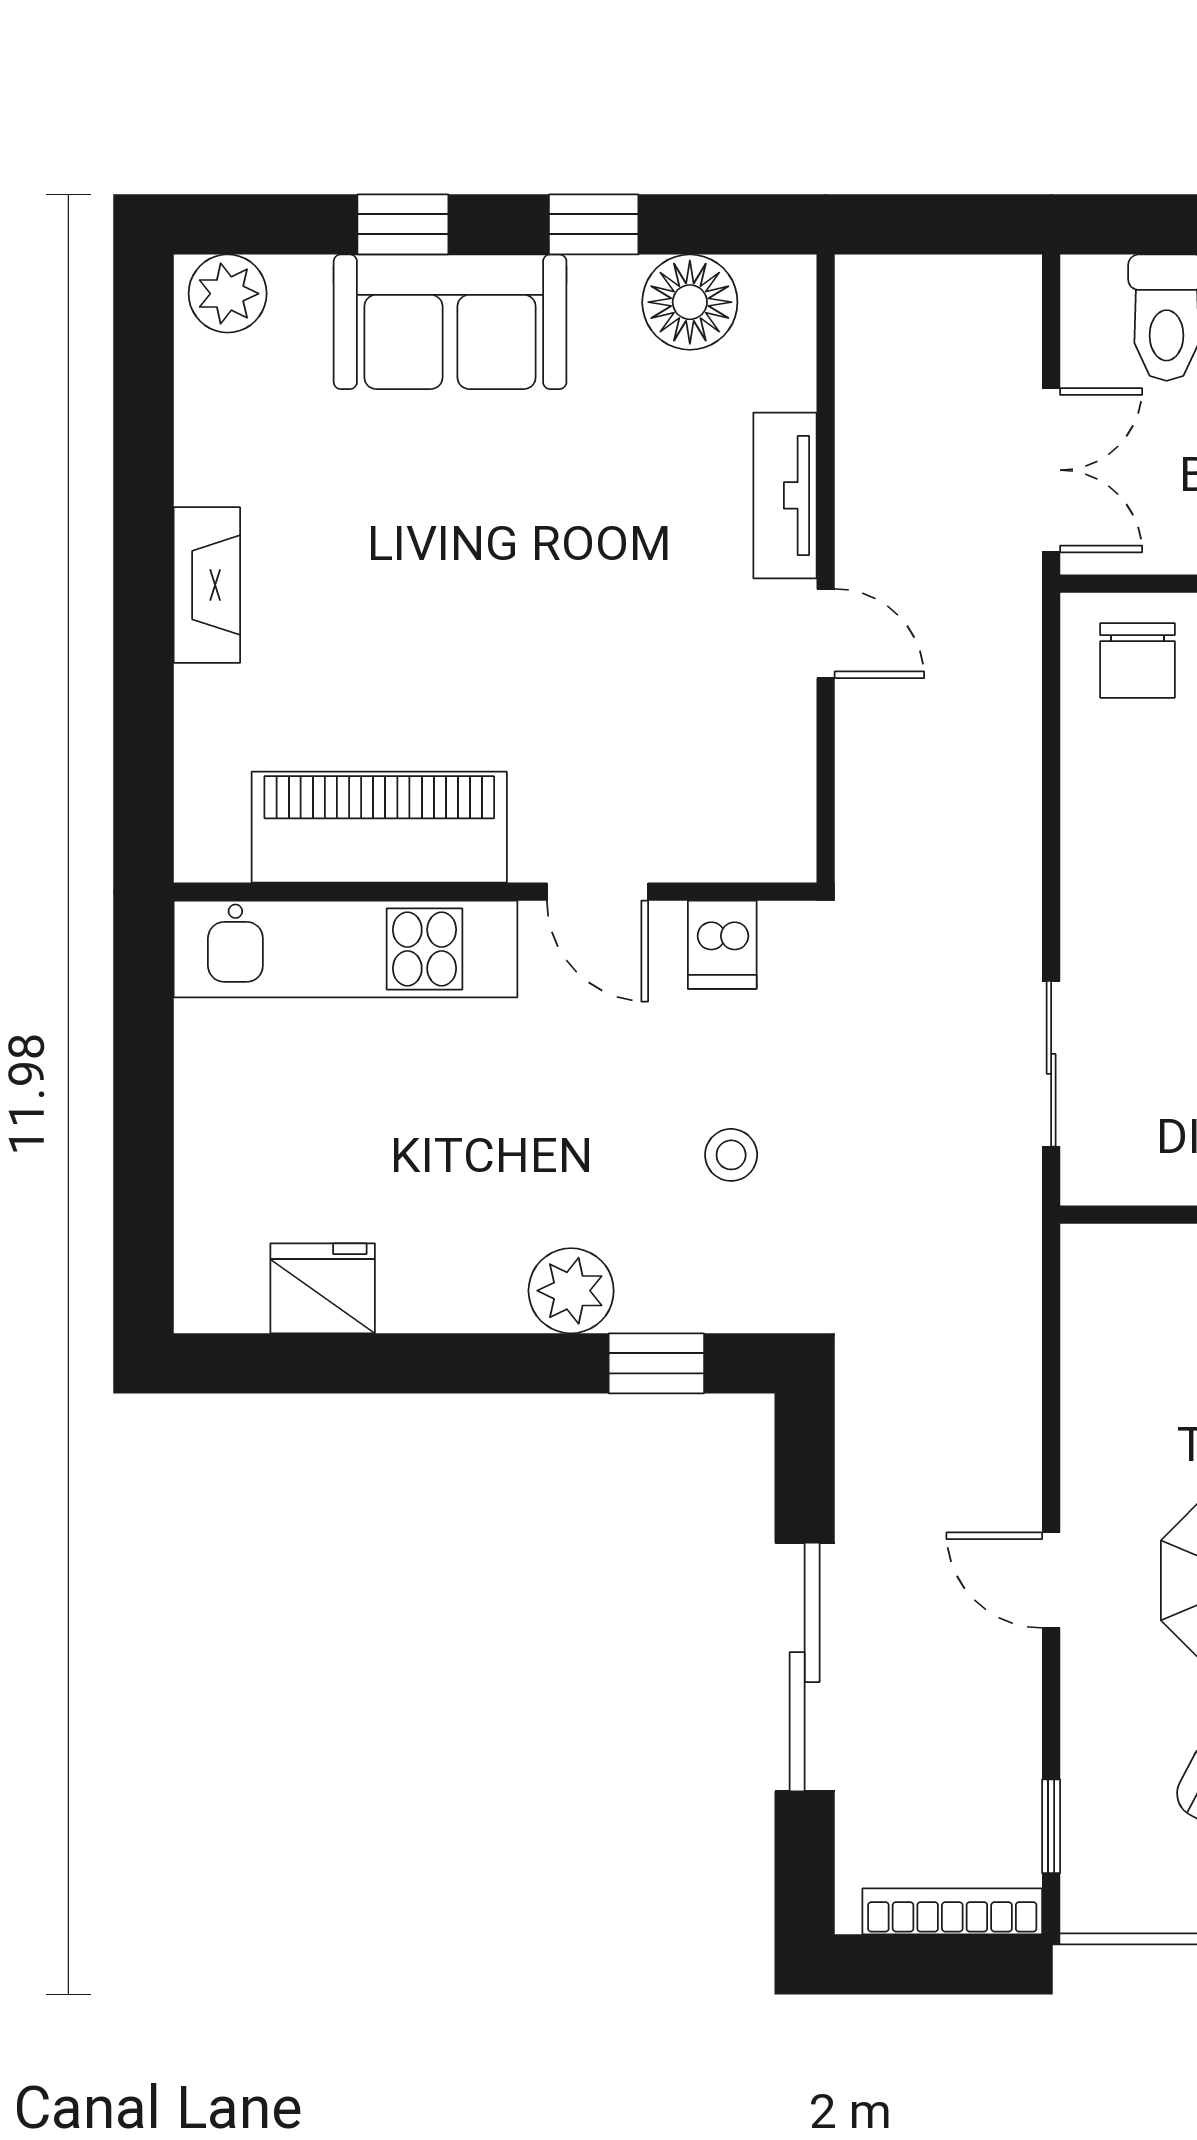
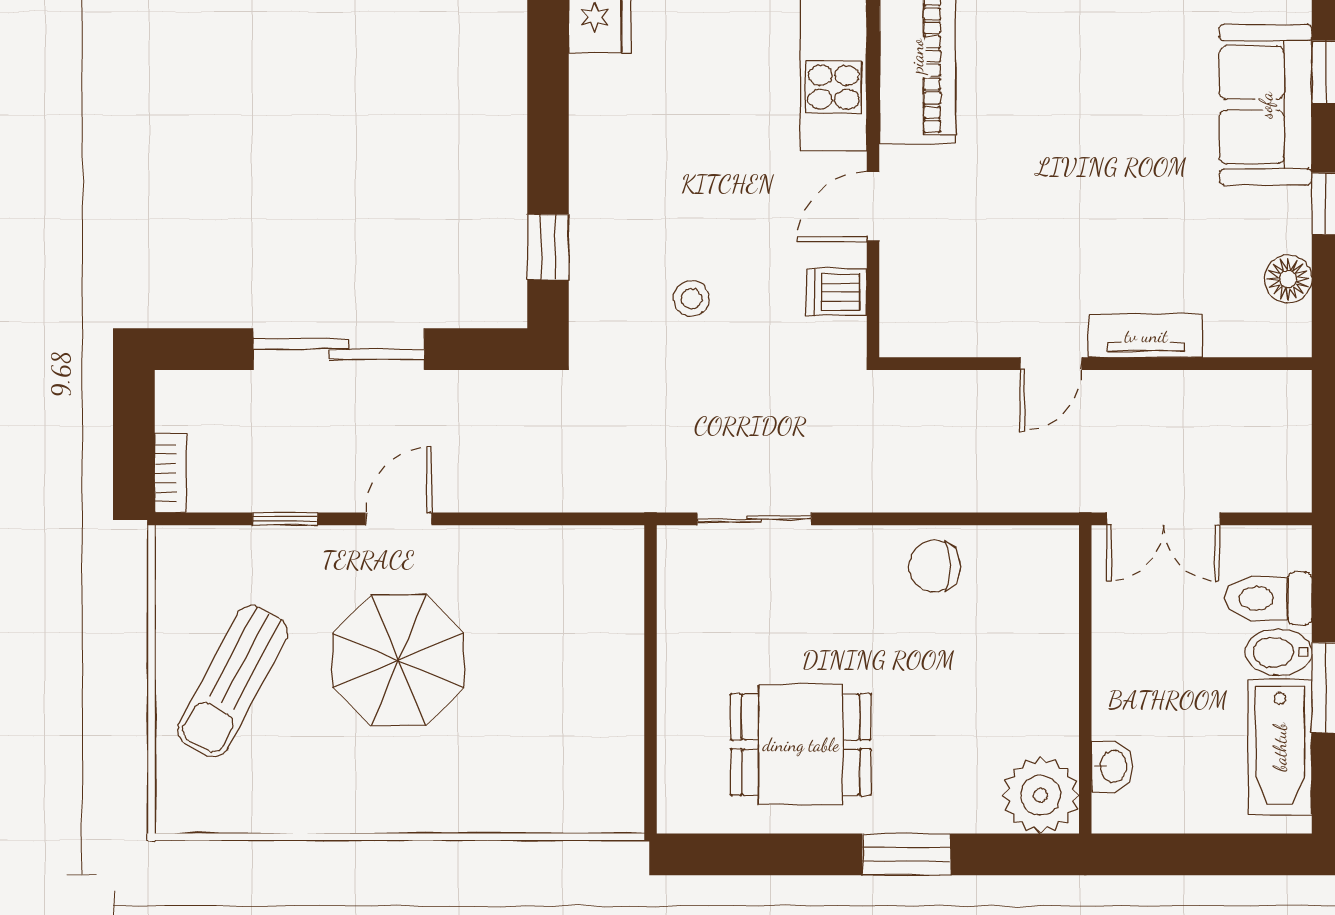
floor lamp: (690, 302) -> (1288, 279), width x0.73, depth x0.73
chair: (1137, 661) -> (934, 566), moved
plant: (571, 1291) -> (598, 188), removed
window: (1051, 1826) -> (285, 519), moved
bookcase: (952, 1911) -> (170, 473), width x0.64

